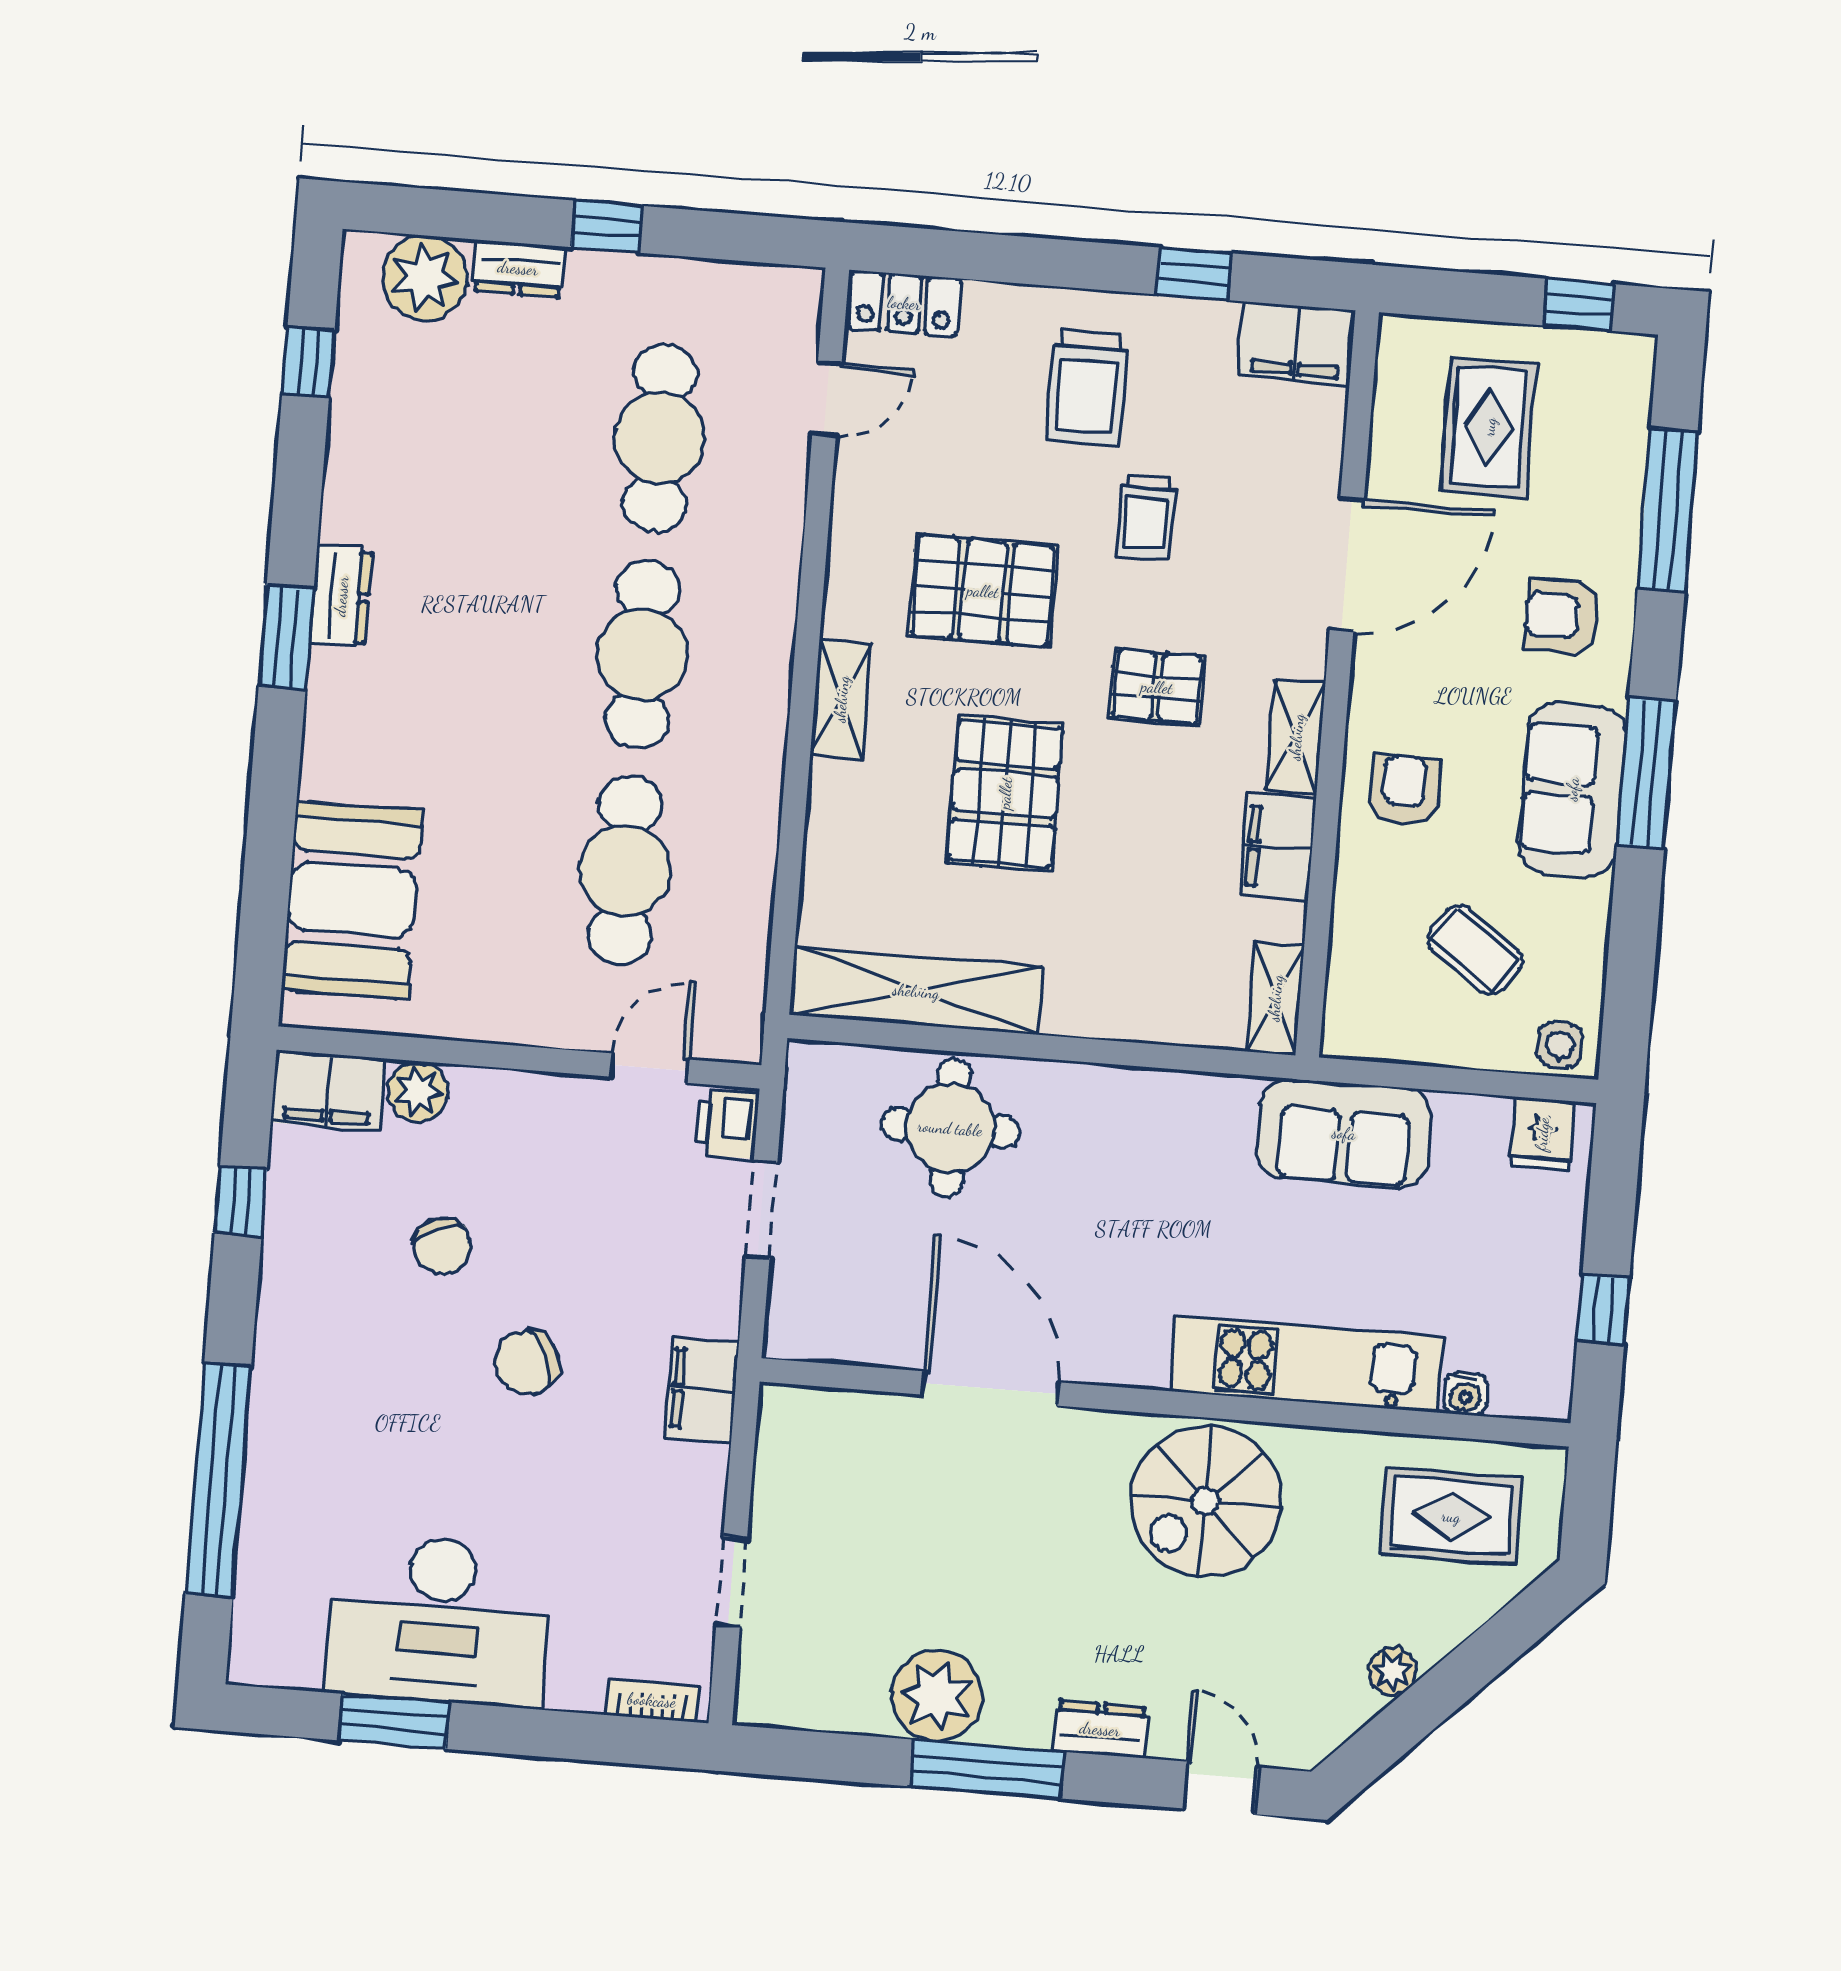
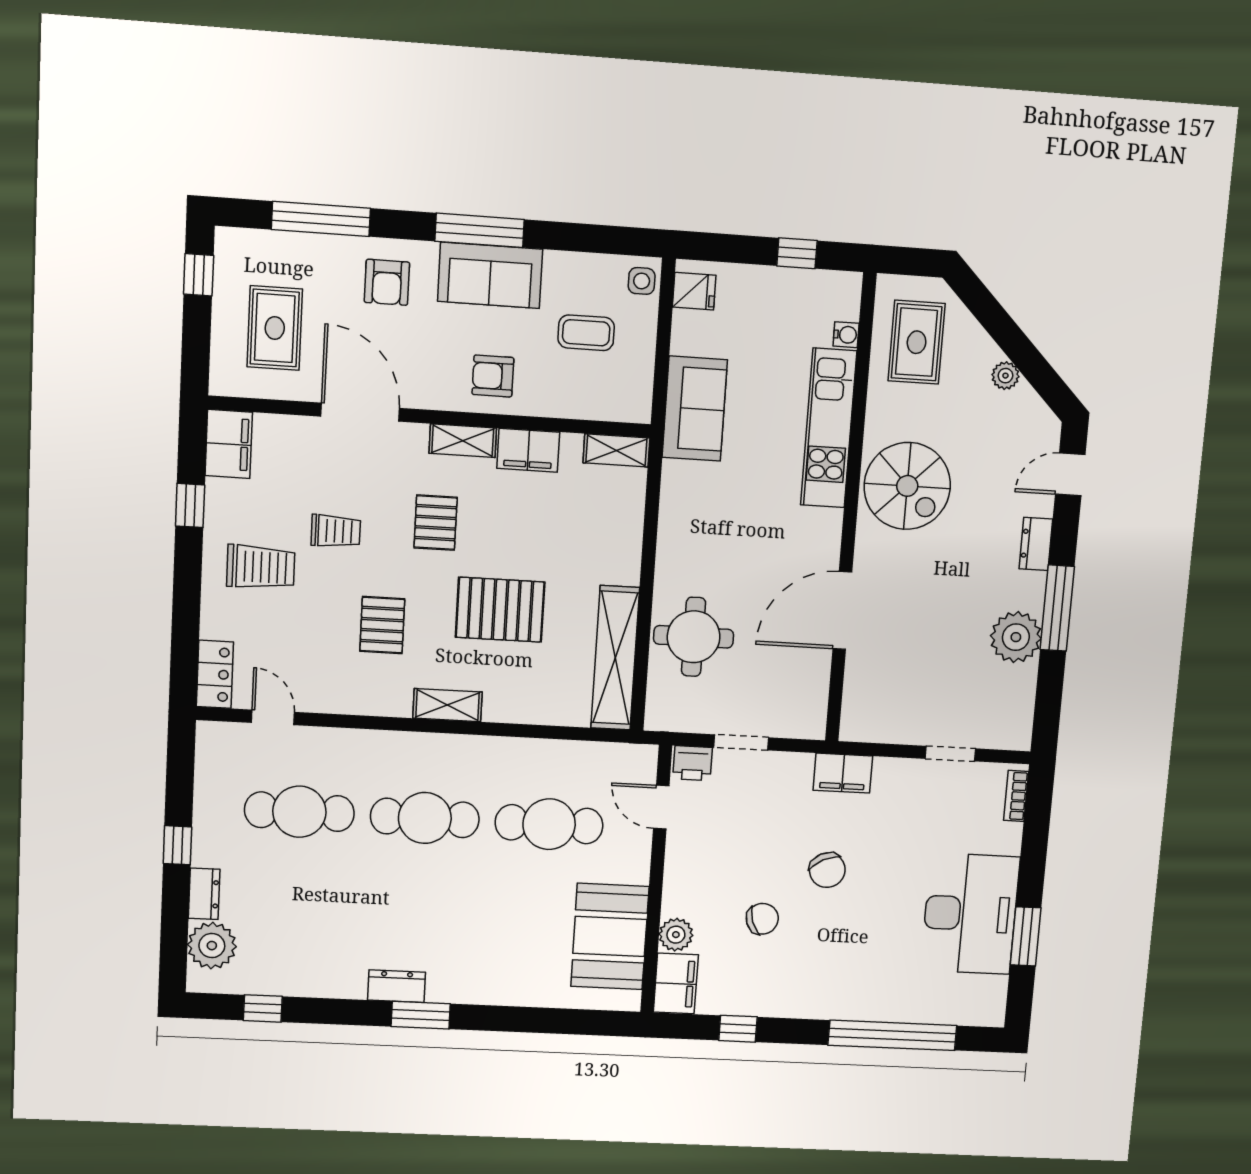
rug: (1489, 427) -> (275, 328), turned 90
pallet: (983, 591) -> (382, 625), width x0.67, depth x0.71
booth: (352, 900) -> (610, 936), moved, turned 90
coffee table: (1475, 950) -> (586, 333), turned 54

